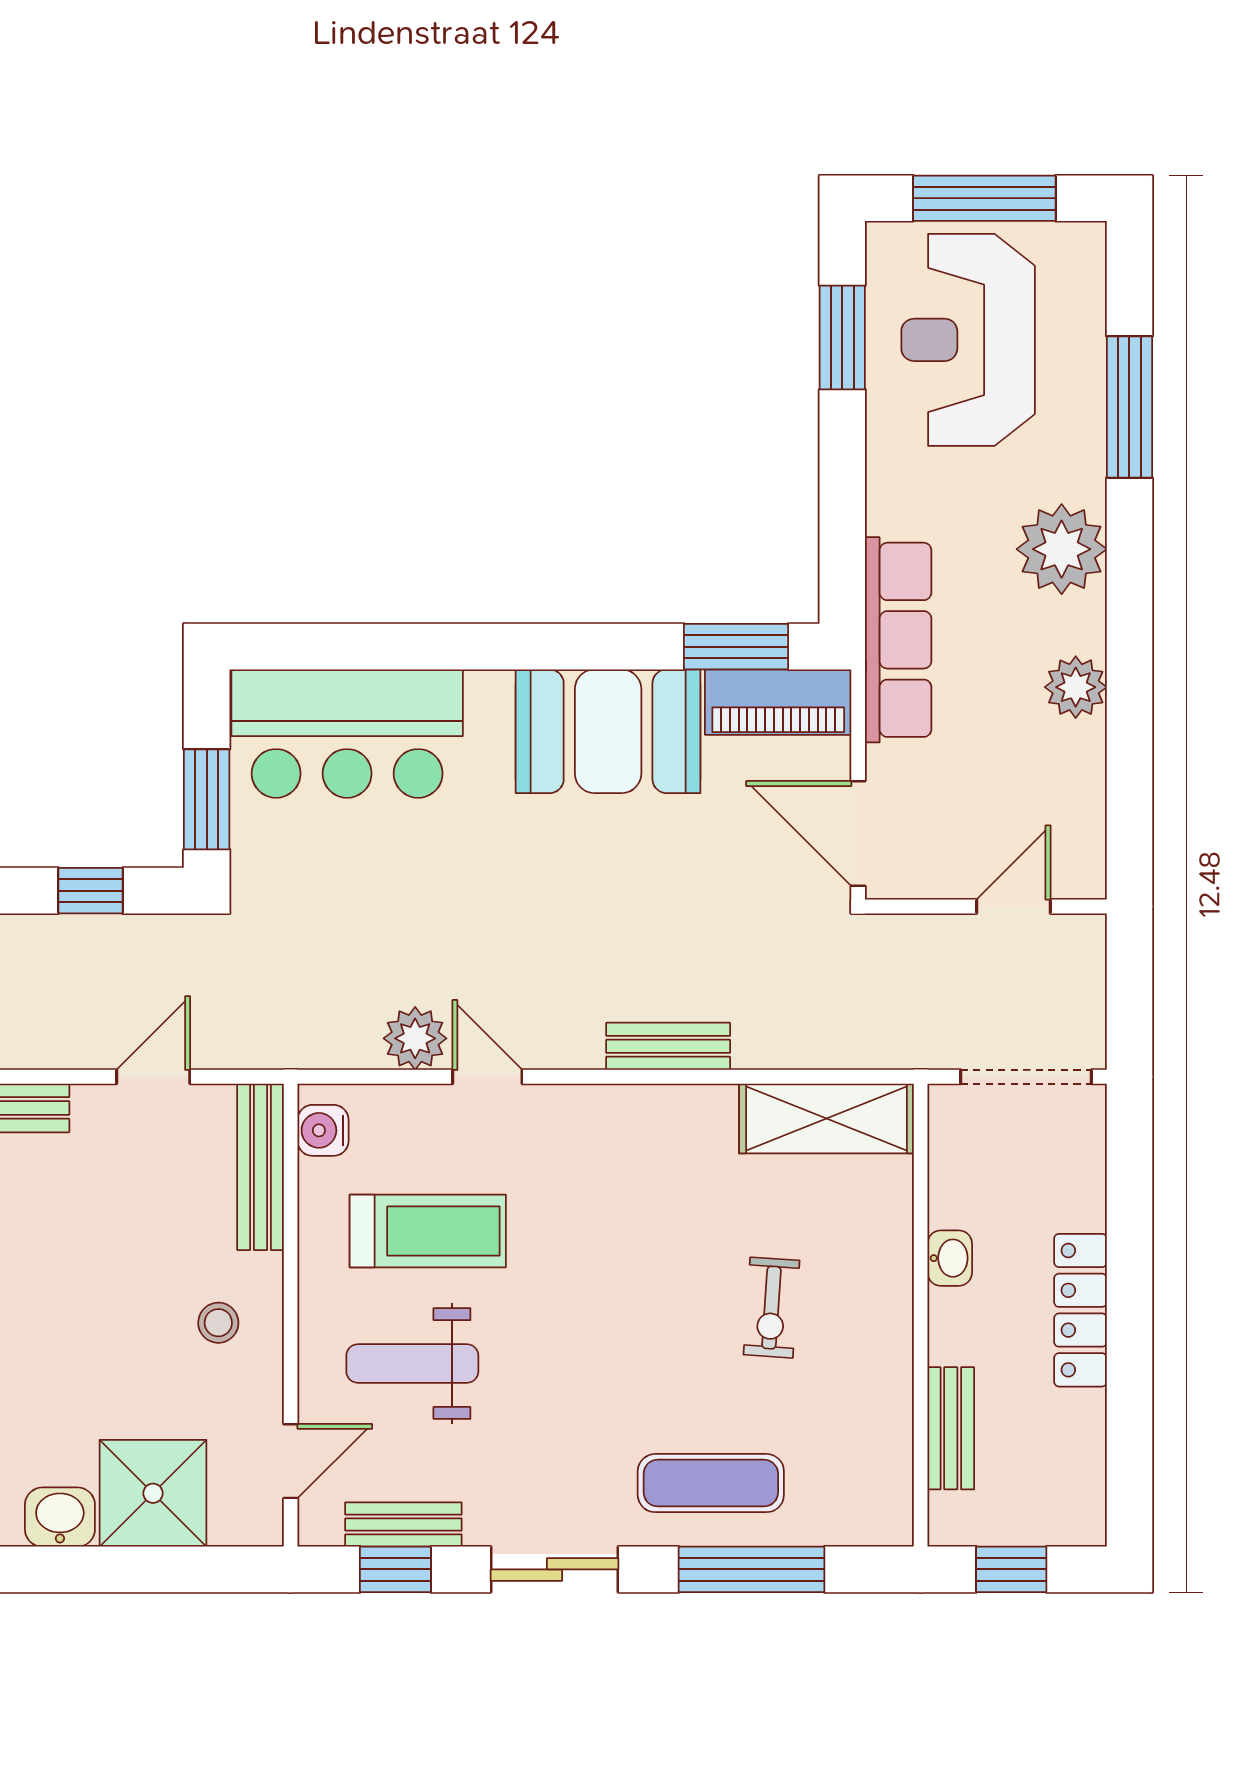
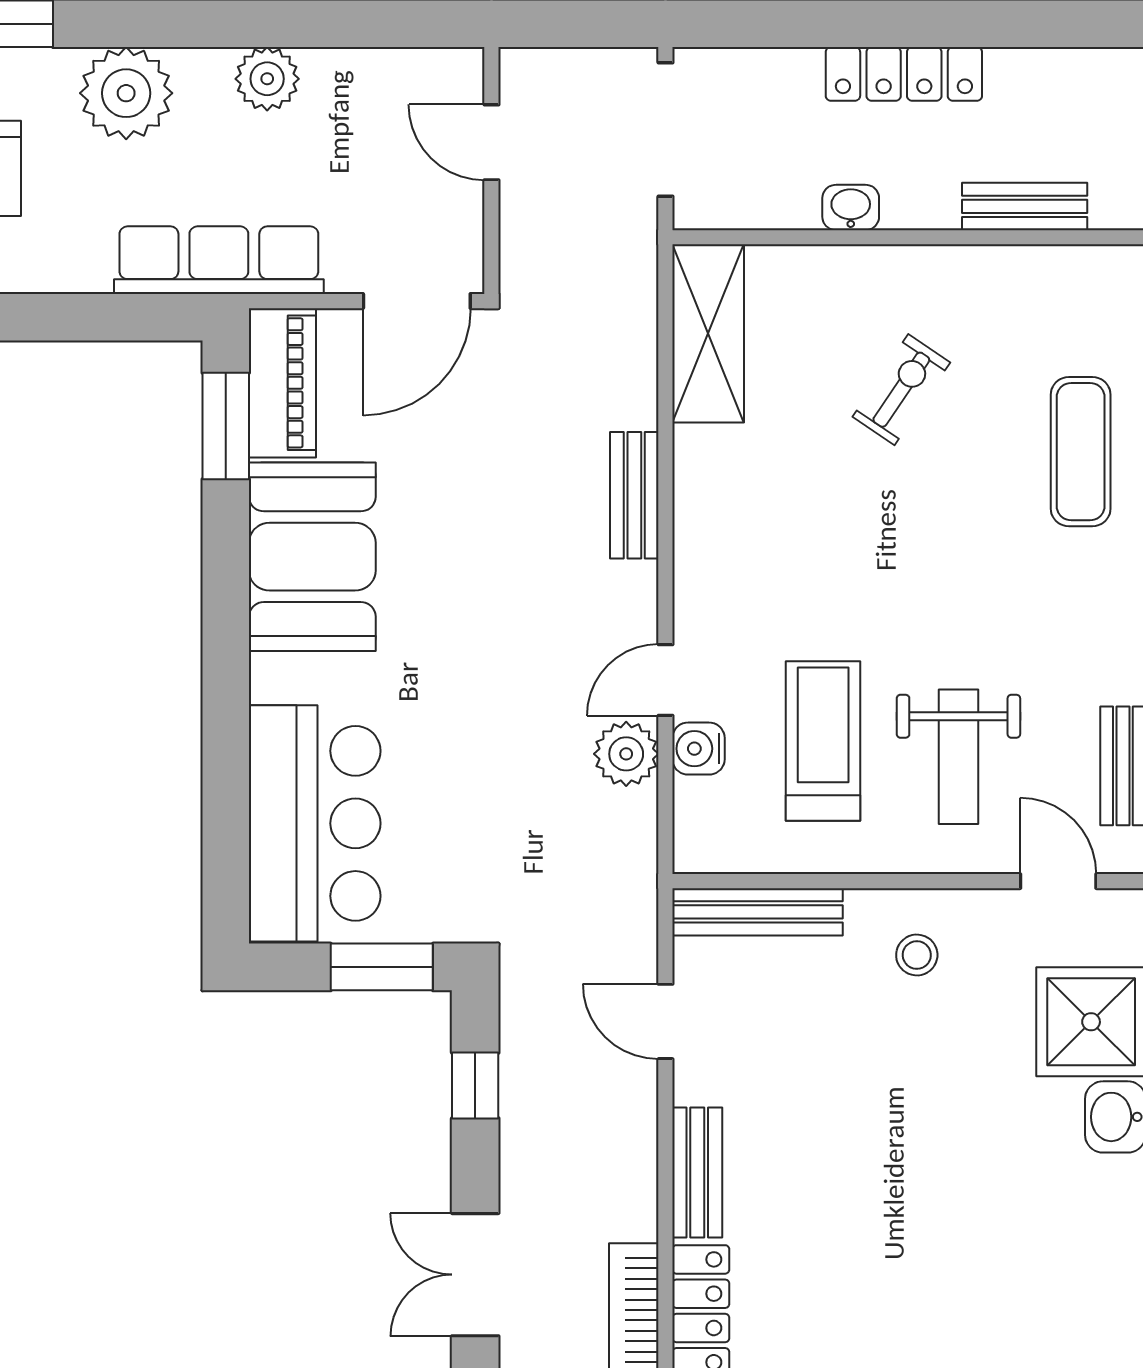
water cooler: (323, 1130) -> (699, 749), moved, turned 90
exercise bike: (771, 1308) -> (901, 390), turned -60

